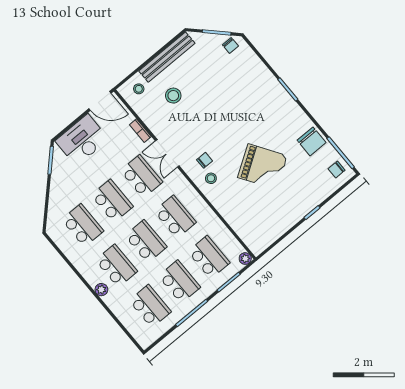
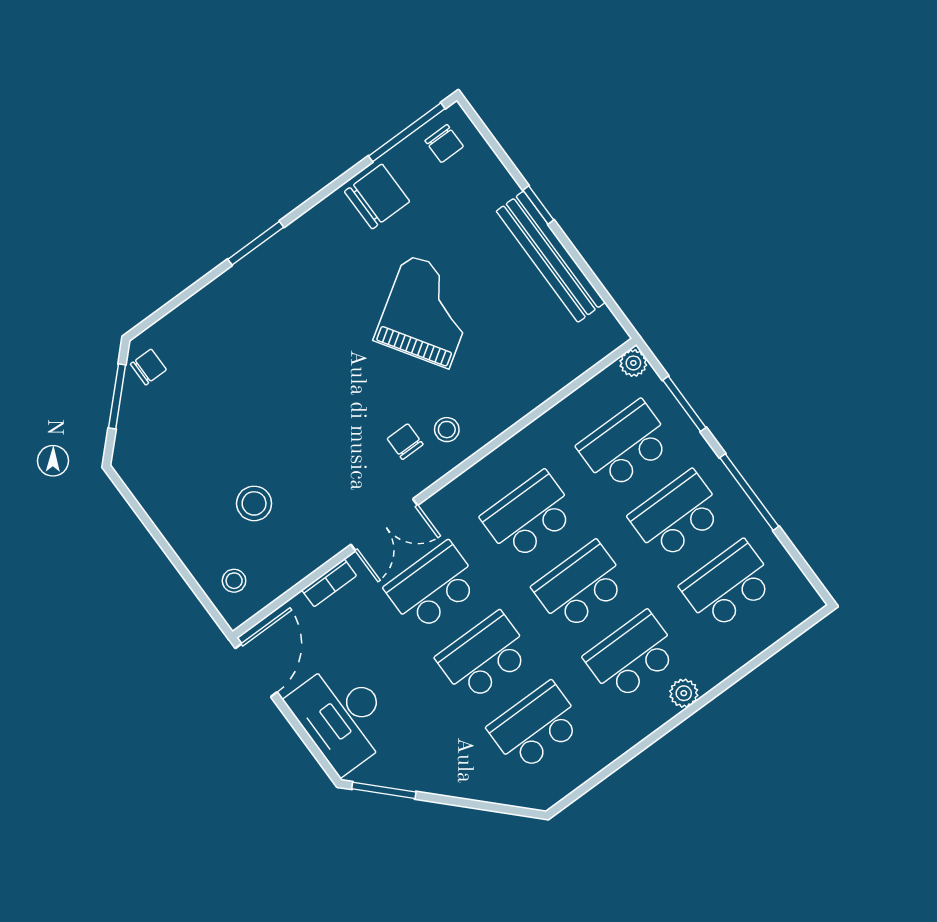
bench: (167, 57) -> (551, 257), moved

